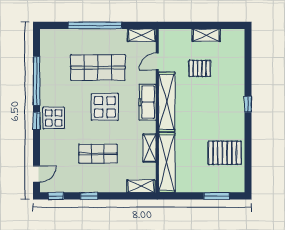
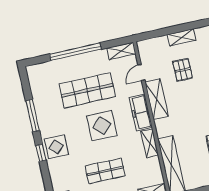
pallet: (200, 68) -> (183, 70), turned 90
window: (37, 81) -> (33, 116), width x0.68
shelving: (167, 102) -> (157, 99), width x0.68
shelving: (149, 148) -> (150, 143), moved

